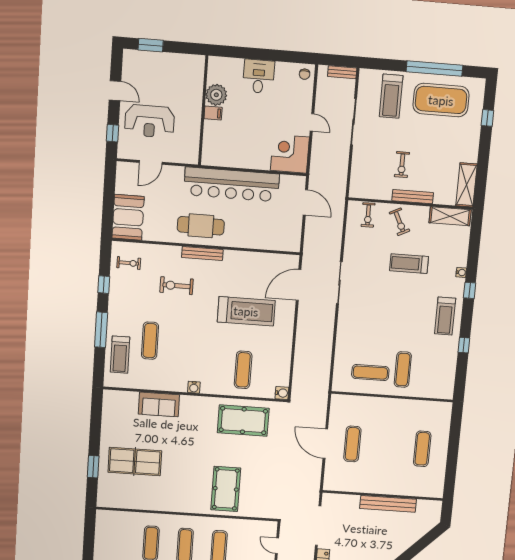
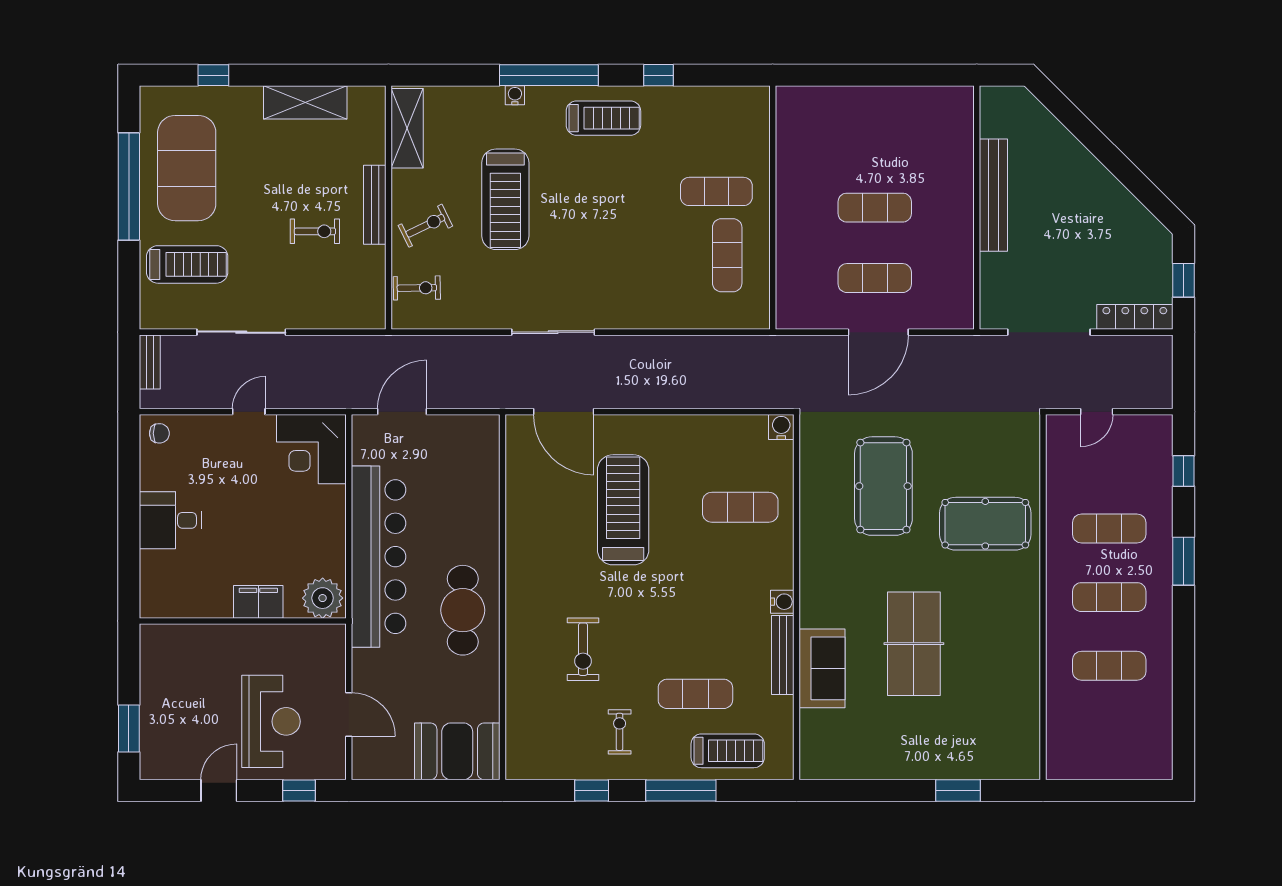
plant: (216, 95) -> (323, 598), moved
filing cabinet: (213, 113) -> (258, 602), width x2.00
shelving: (466, 185) -> (305, 102), moved
bench: (202, 253) -> (783, 655), moved
exercise bike: (129, 263) -> (620, 732), moved
treadmill: (409, 264) -> (505, 199), width x1.37, depth x1.38
window: (470, 290) -> (549, 75), width x3.17
pool table: (243, 421) -> (883, 486), moved
exercise mat: (422, 449) -> (875, 208), moved
table tennis table: (135, 462) -> (914, 644), moved

